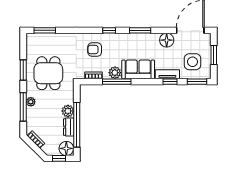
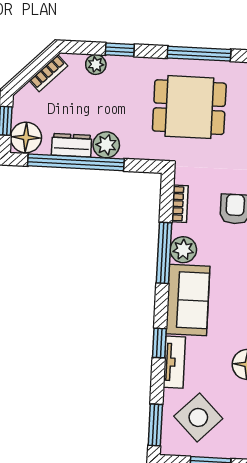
side table: (193, 62) -> (198, 417), turned 45
window: (23, 70) -> (199, 54), width x1.44
window: (170, 82) -> (159, 343), moved
plant: (31, 102) -> (96, 64), moved
window: (23, 107) -> (120, 50), width x0.46

